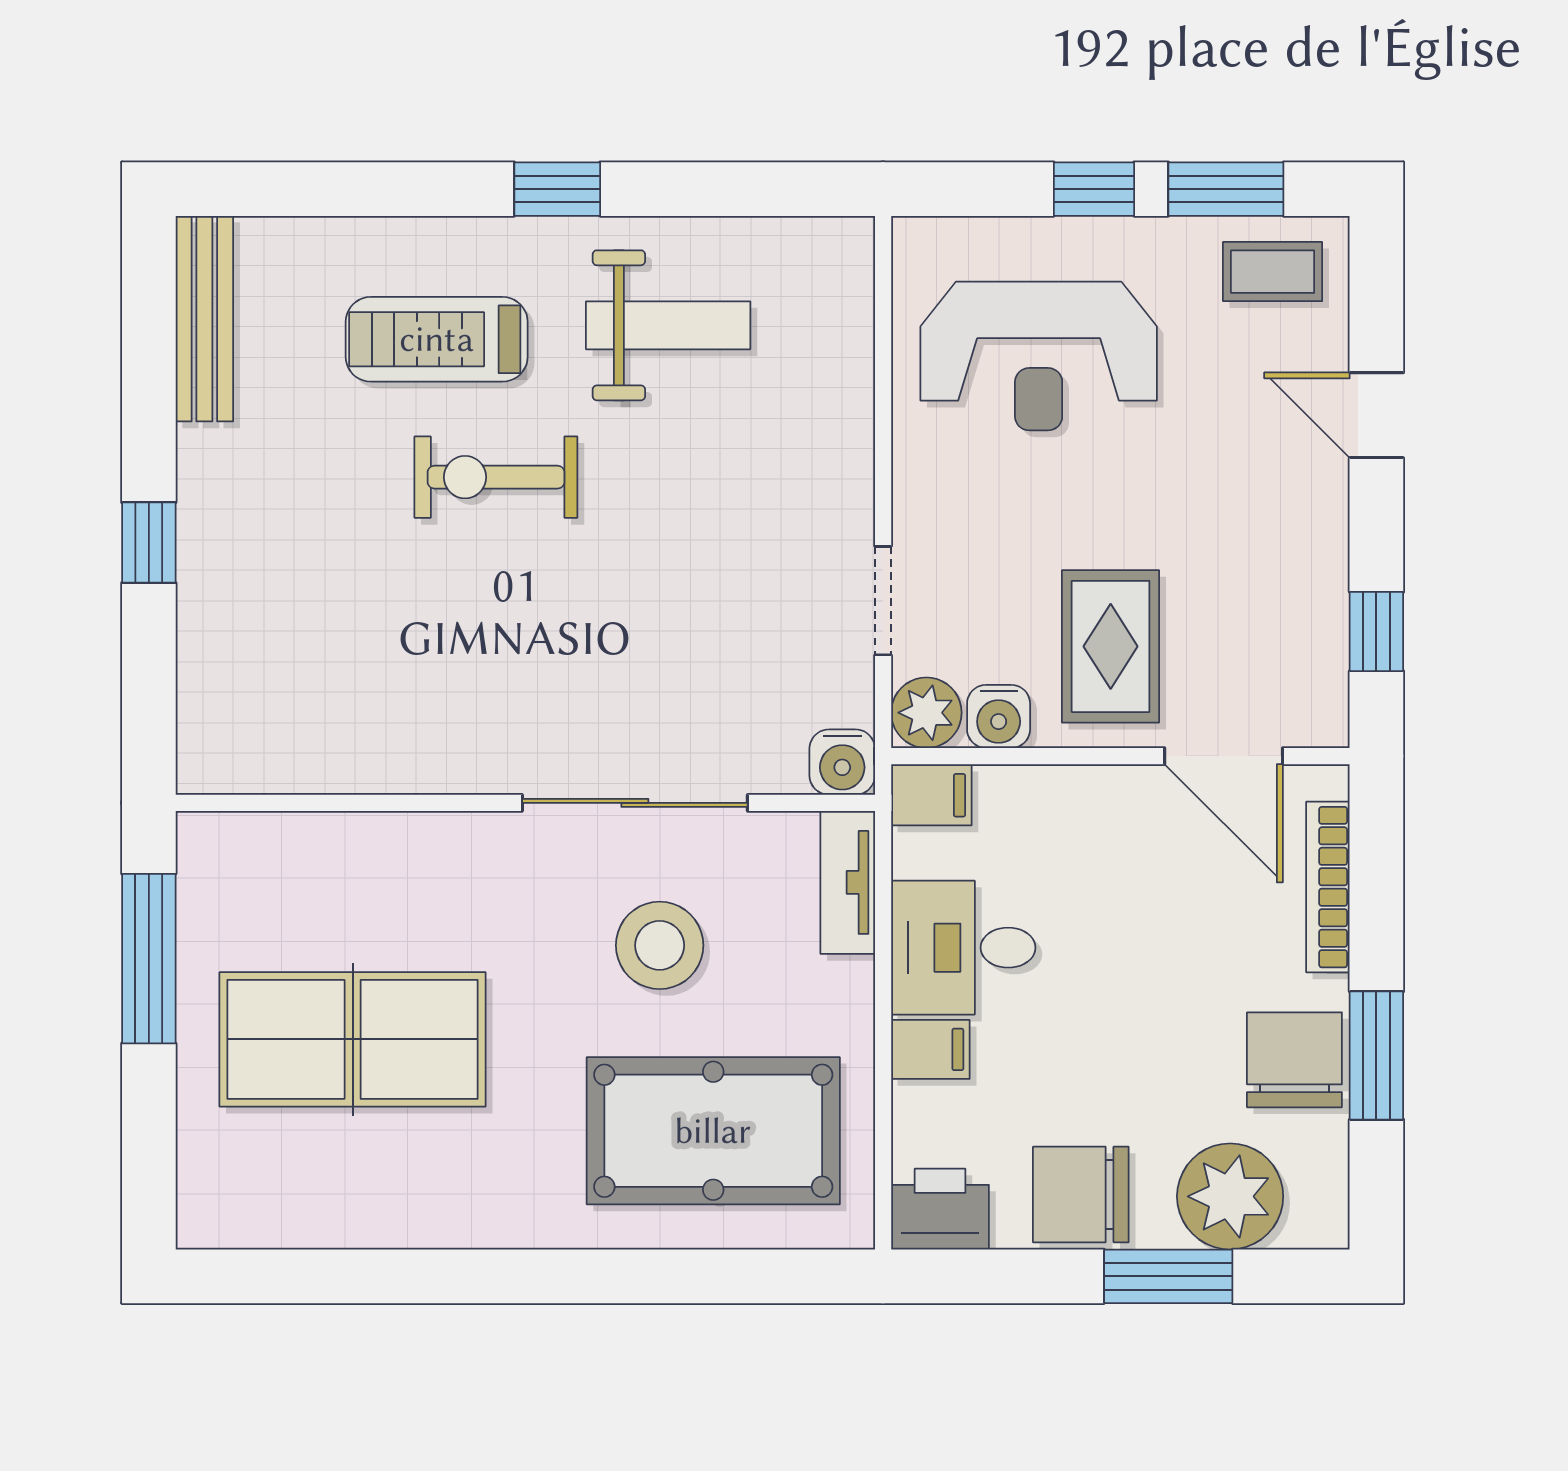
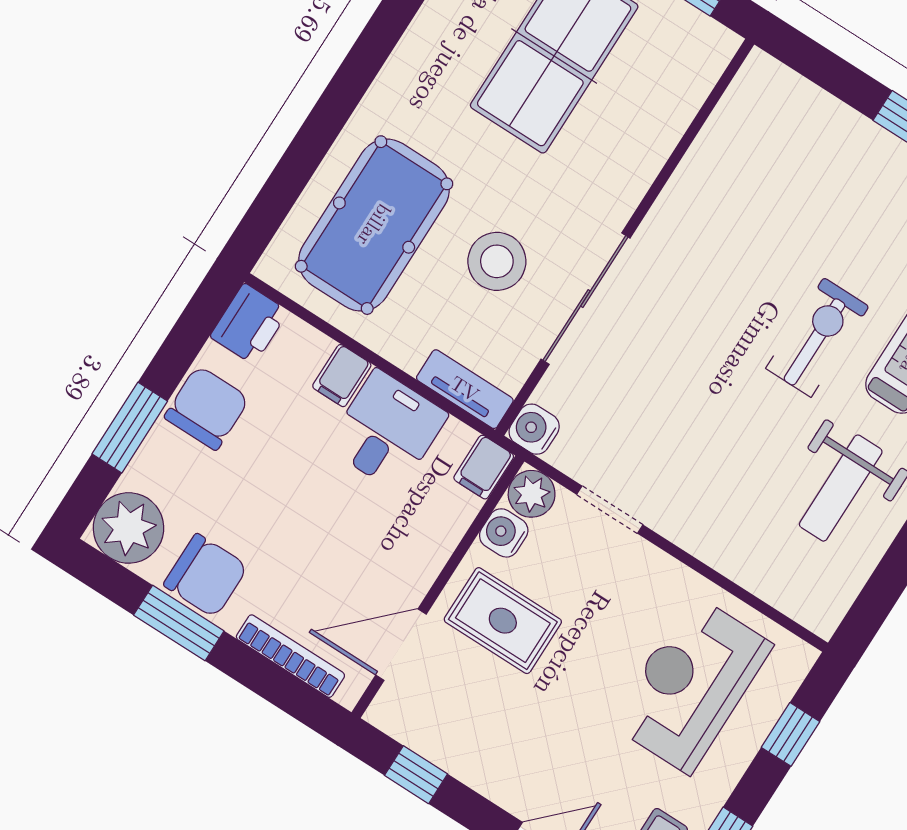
window: (1094, 189) -> (790, 734), moved
plant: (1230, 1196) -> (129, 528), moved

